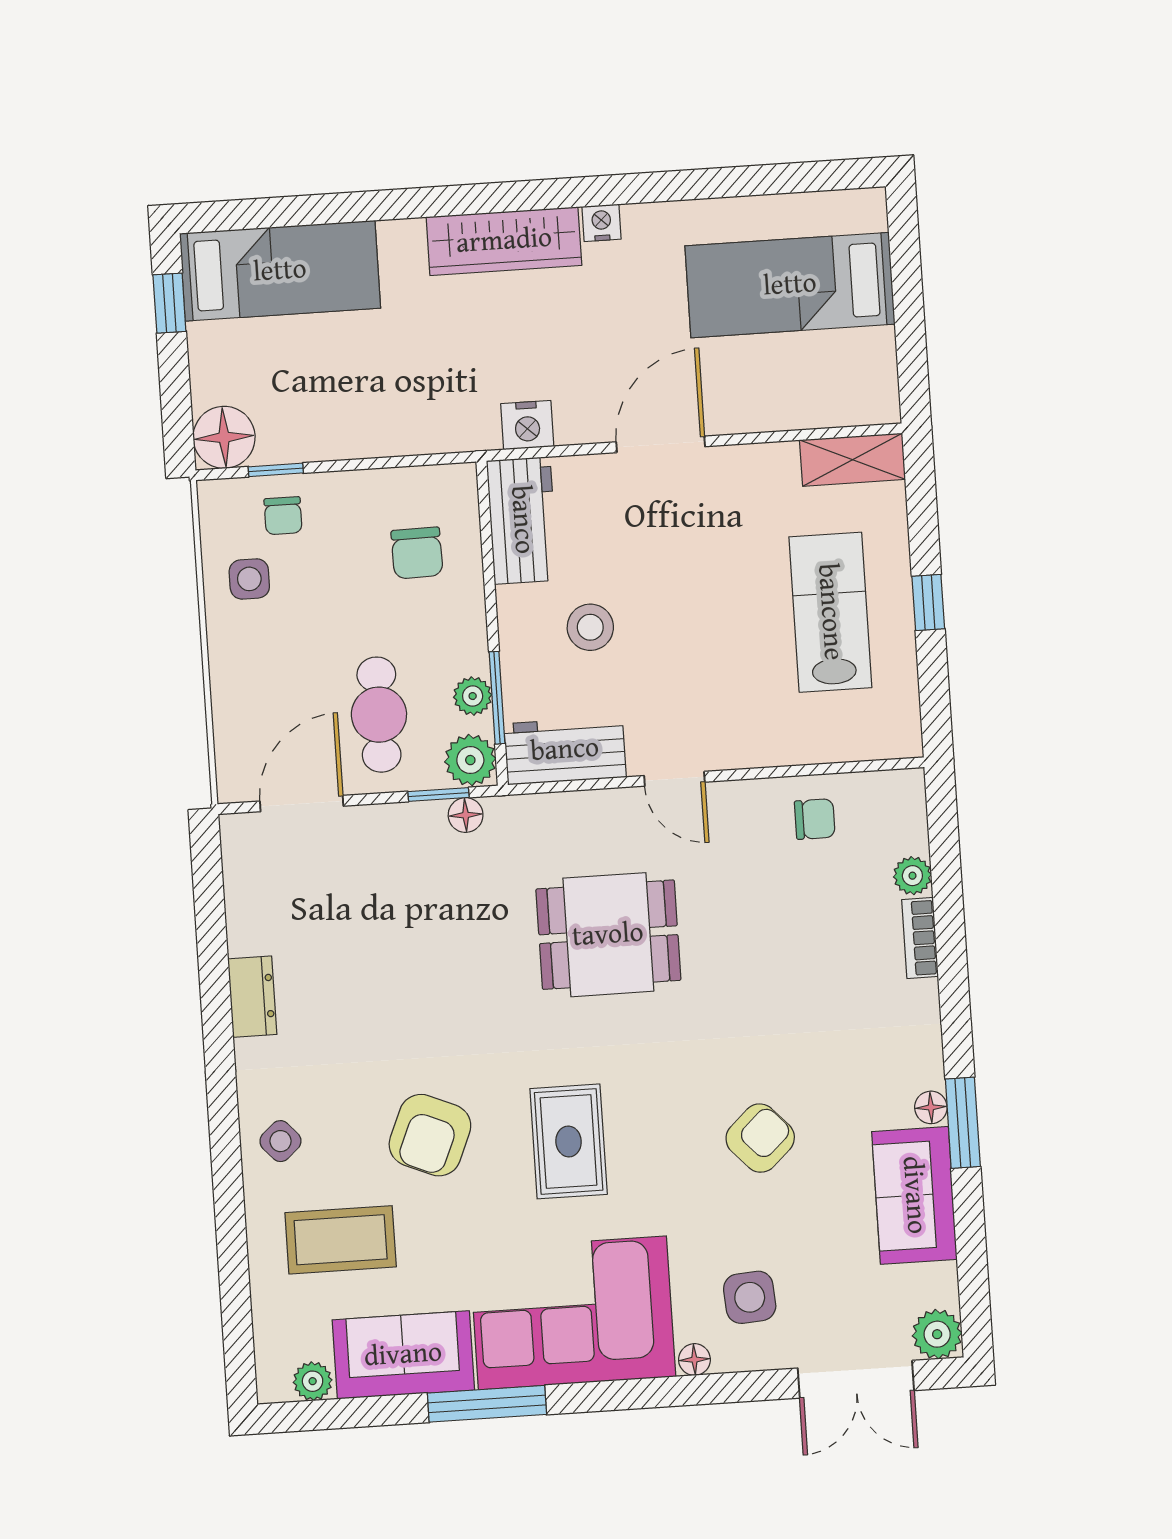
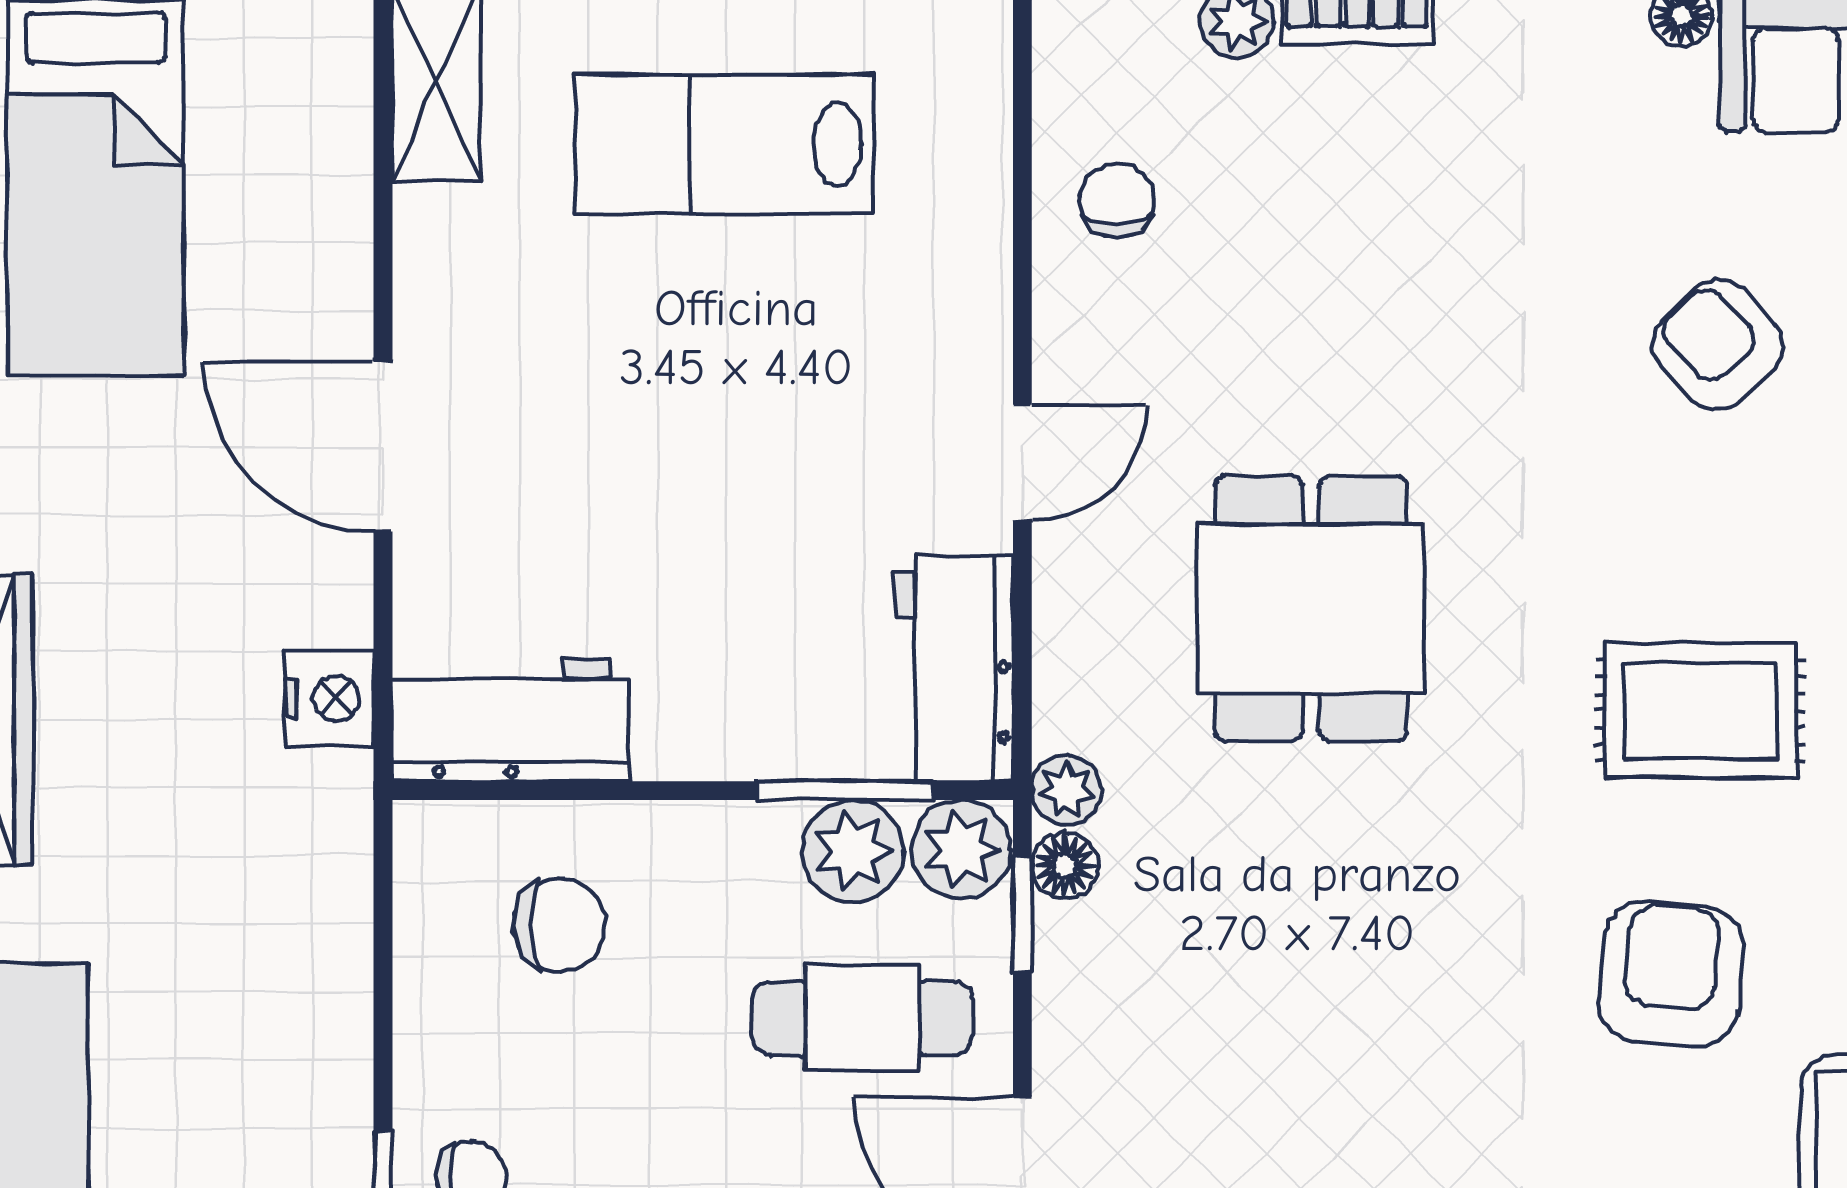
stool: (590, 627) -> (723, 604), removed
plant: (473, 696) -> (853, 851), width x1.38, depth x1.38
plant: (505, 813) -> (1067, 790), added
armchair: (430, 1135) -> (1671, 974), turned -108

